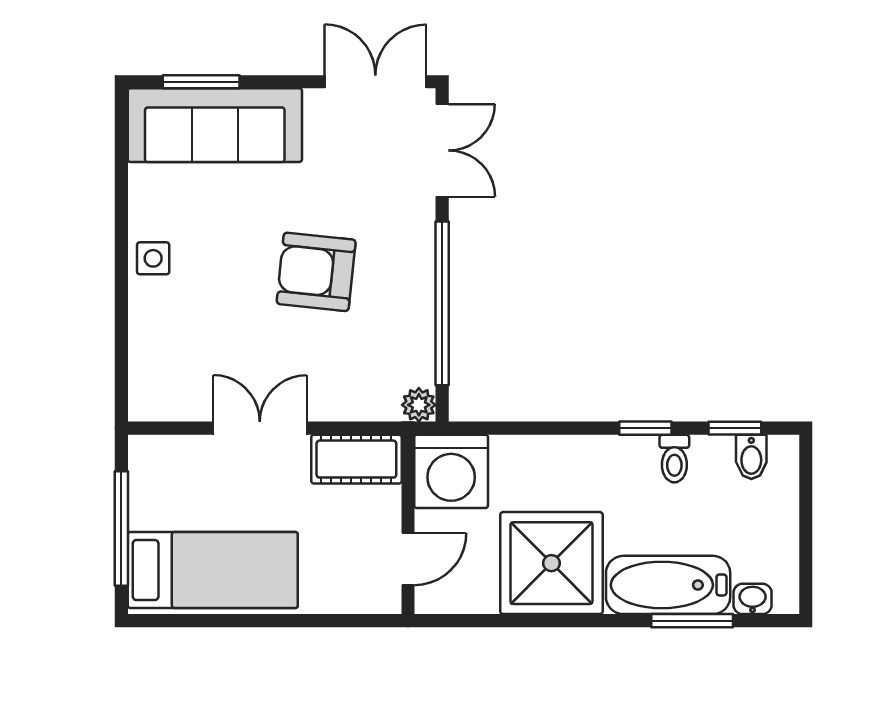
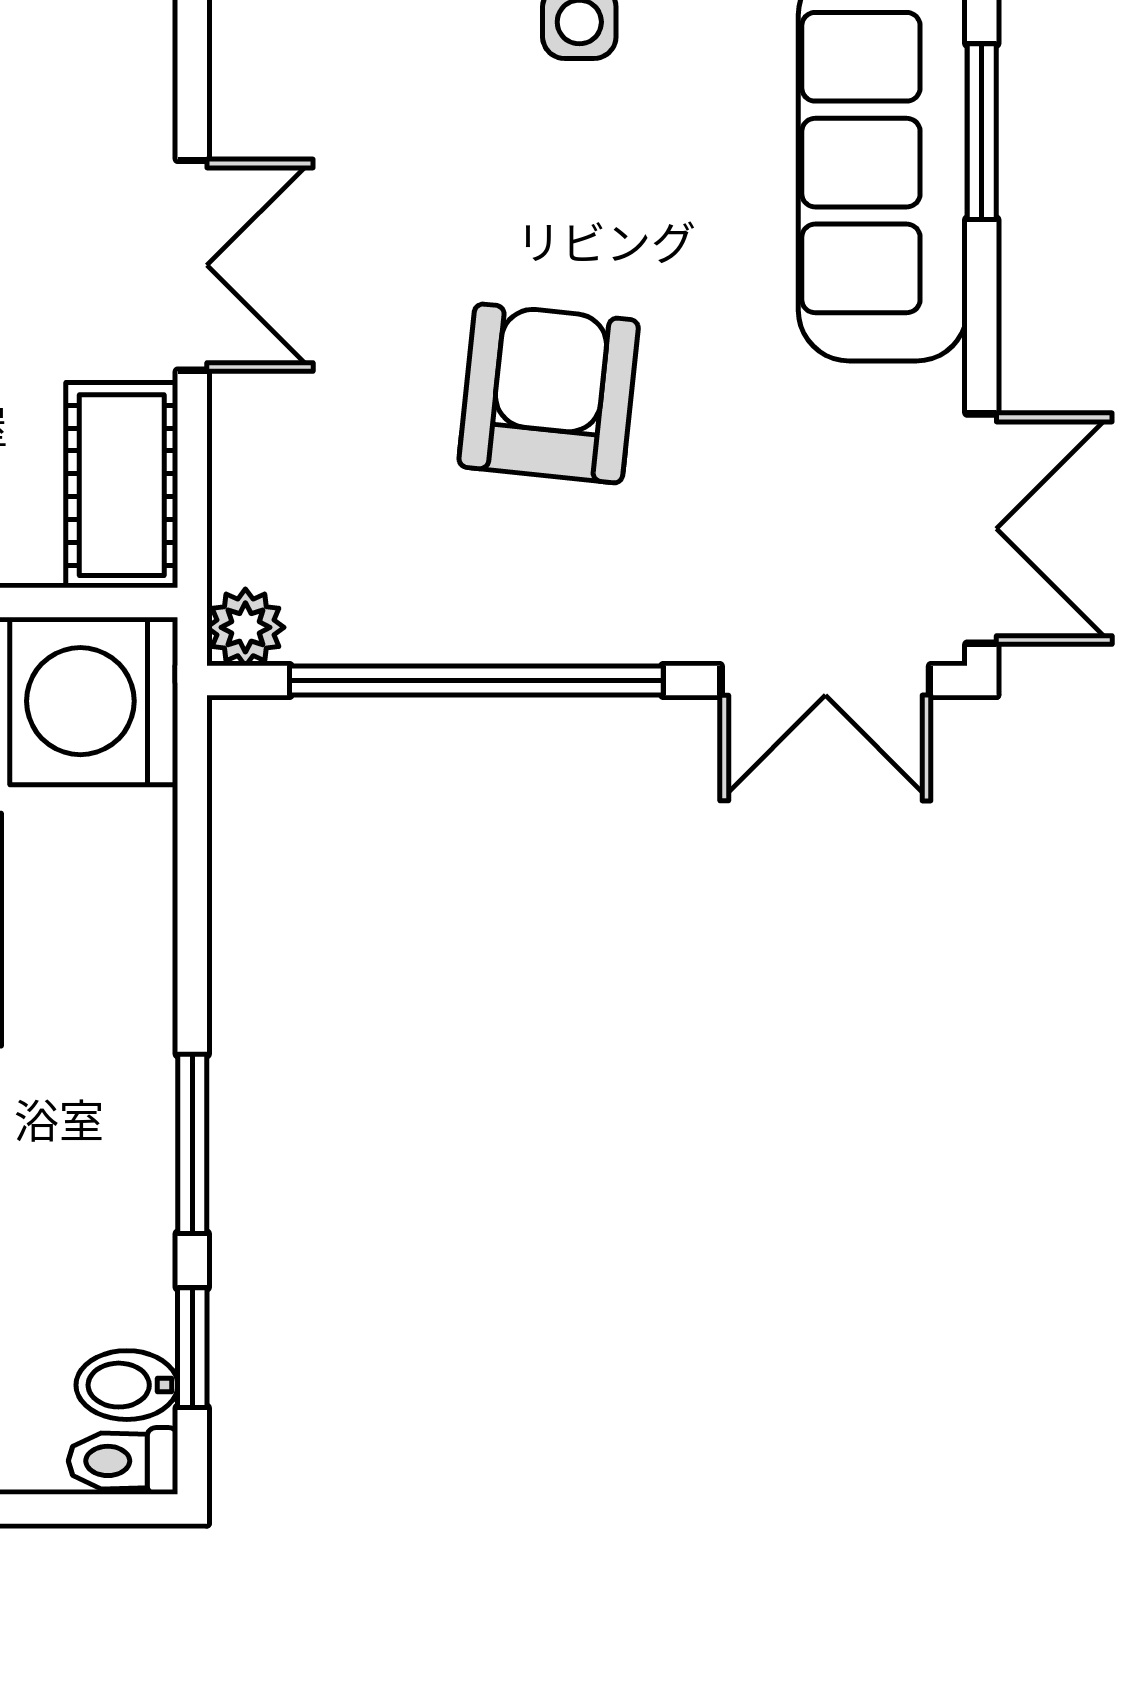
window: (645, 428) -> (192, 1144), width x1.50
toilet: (674, 459) -> (123, 1461), moved

